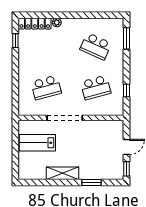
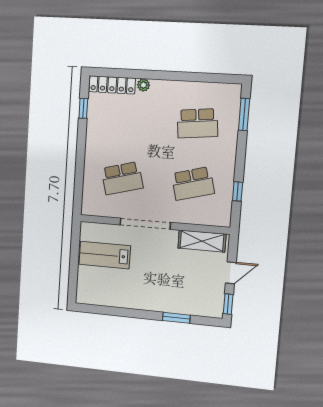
school desk: (96, 46) -> (198, 123), turned -30
shelving: (63, 173) -> (202, 241), moved

